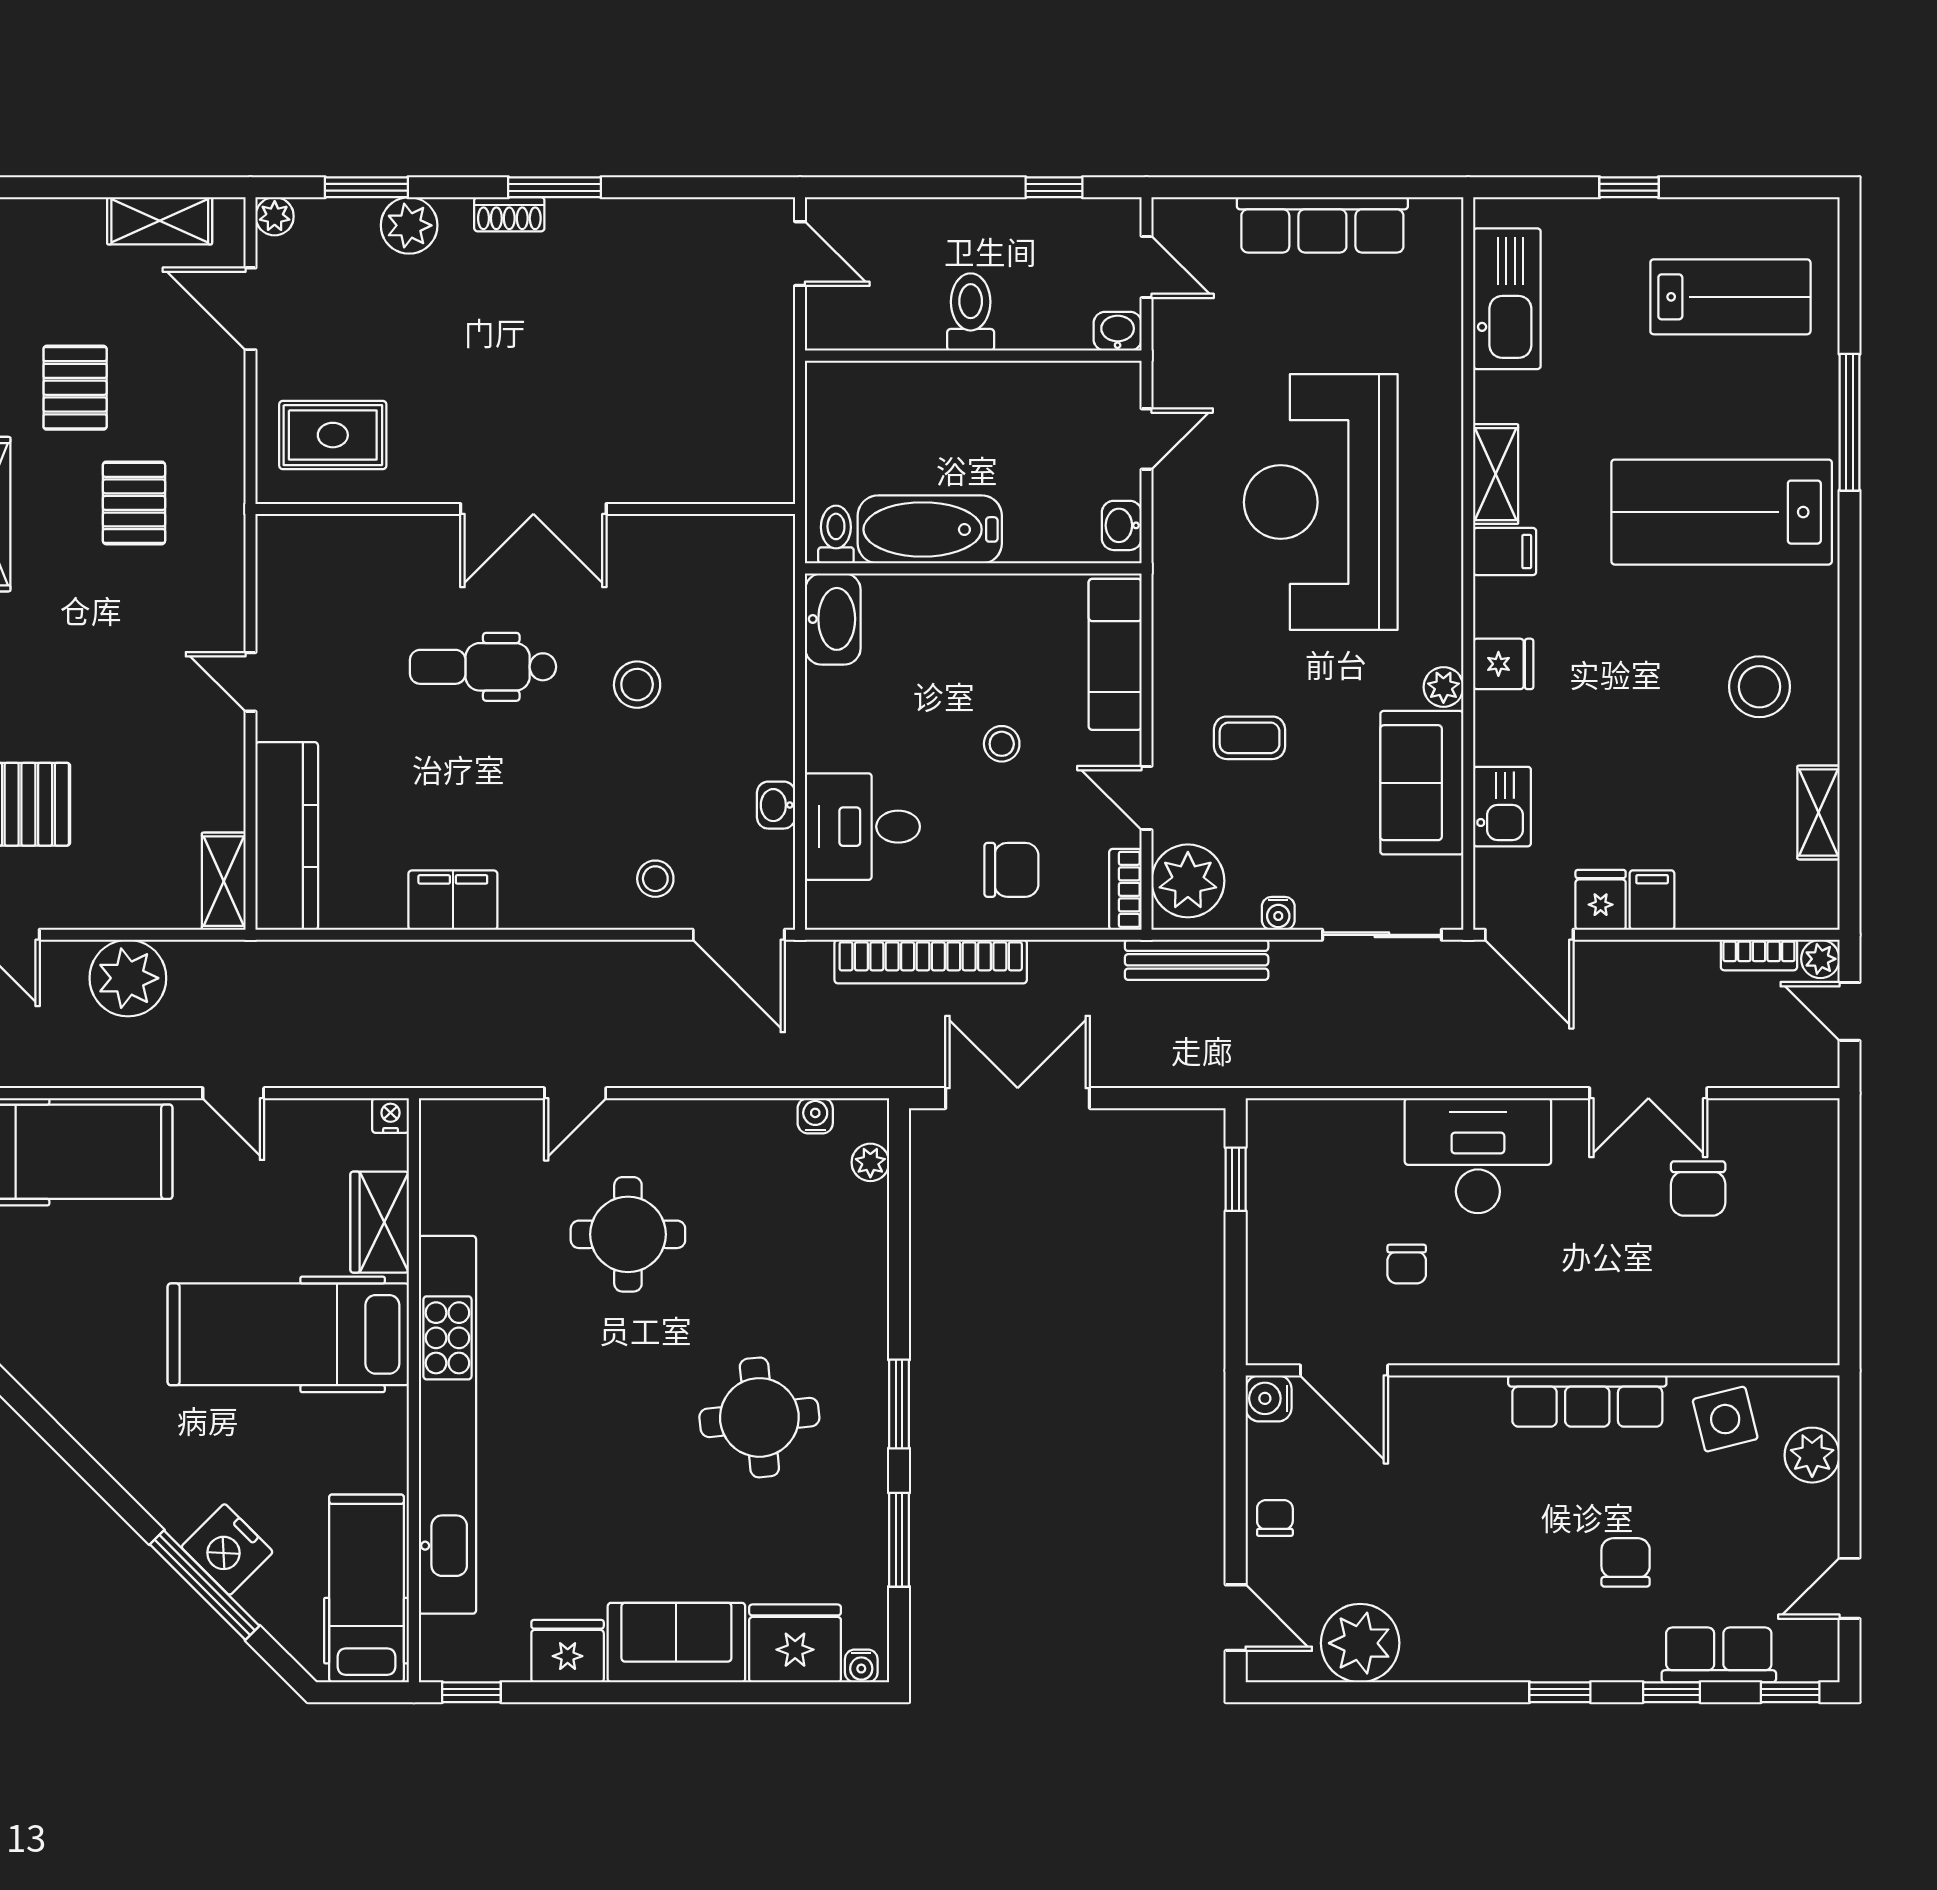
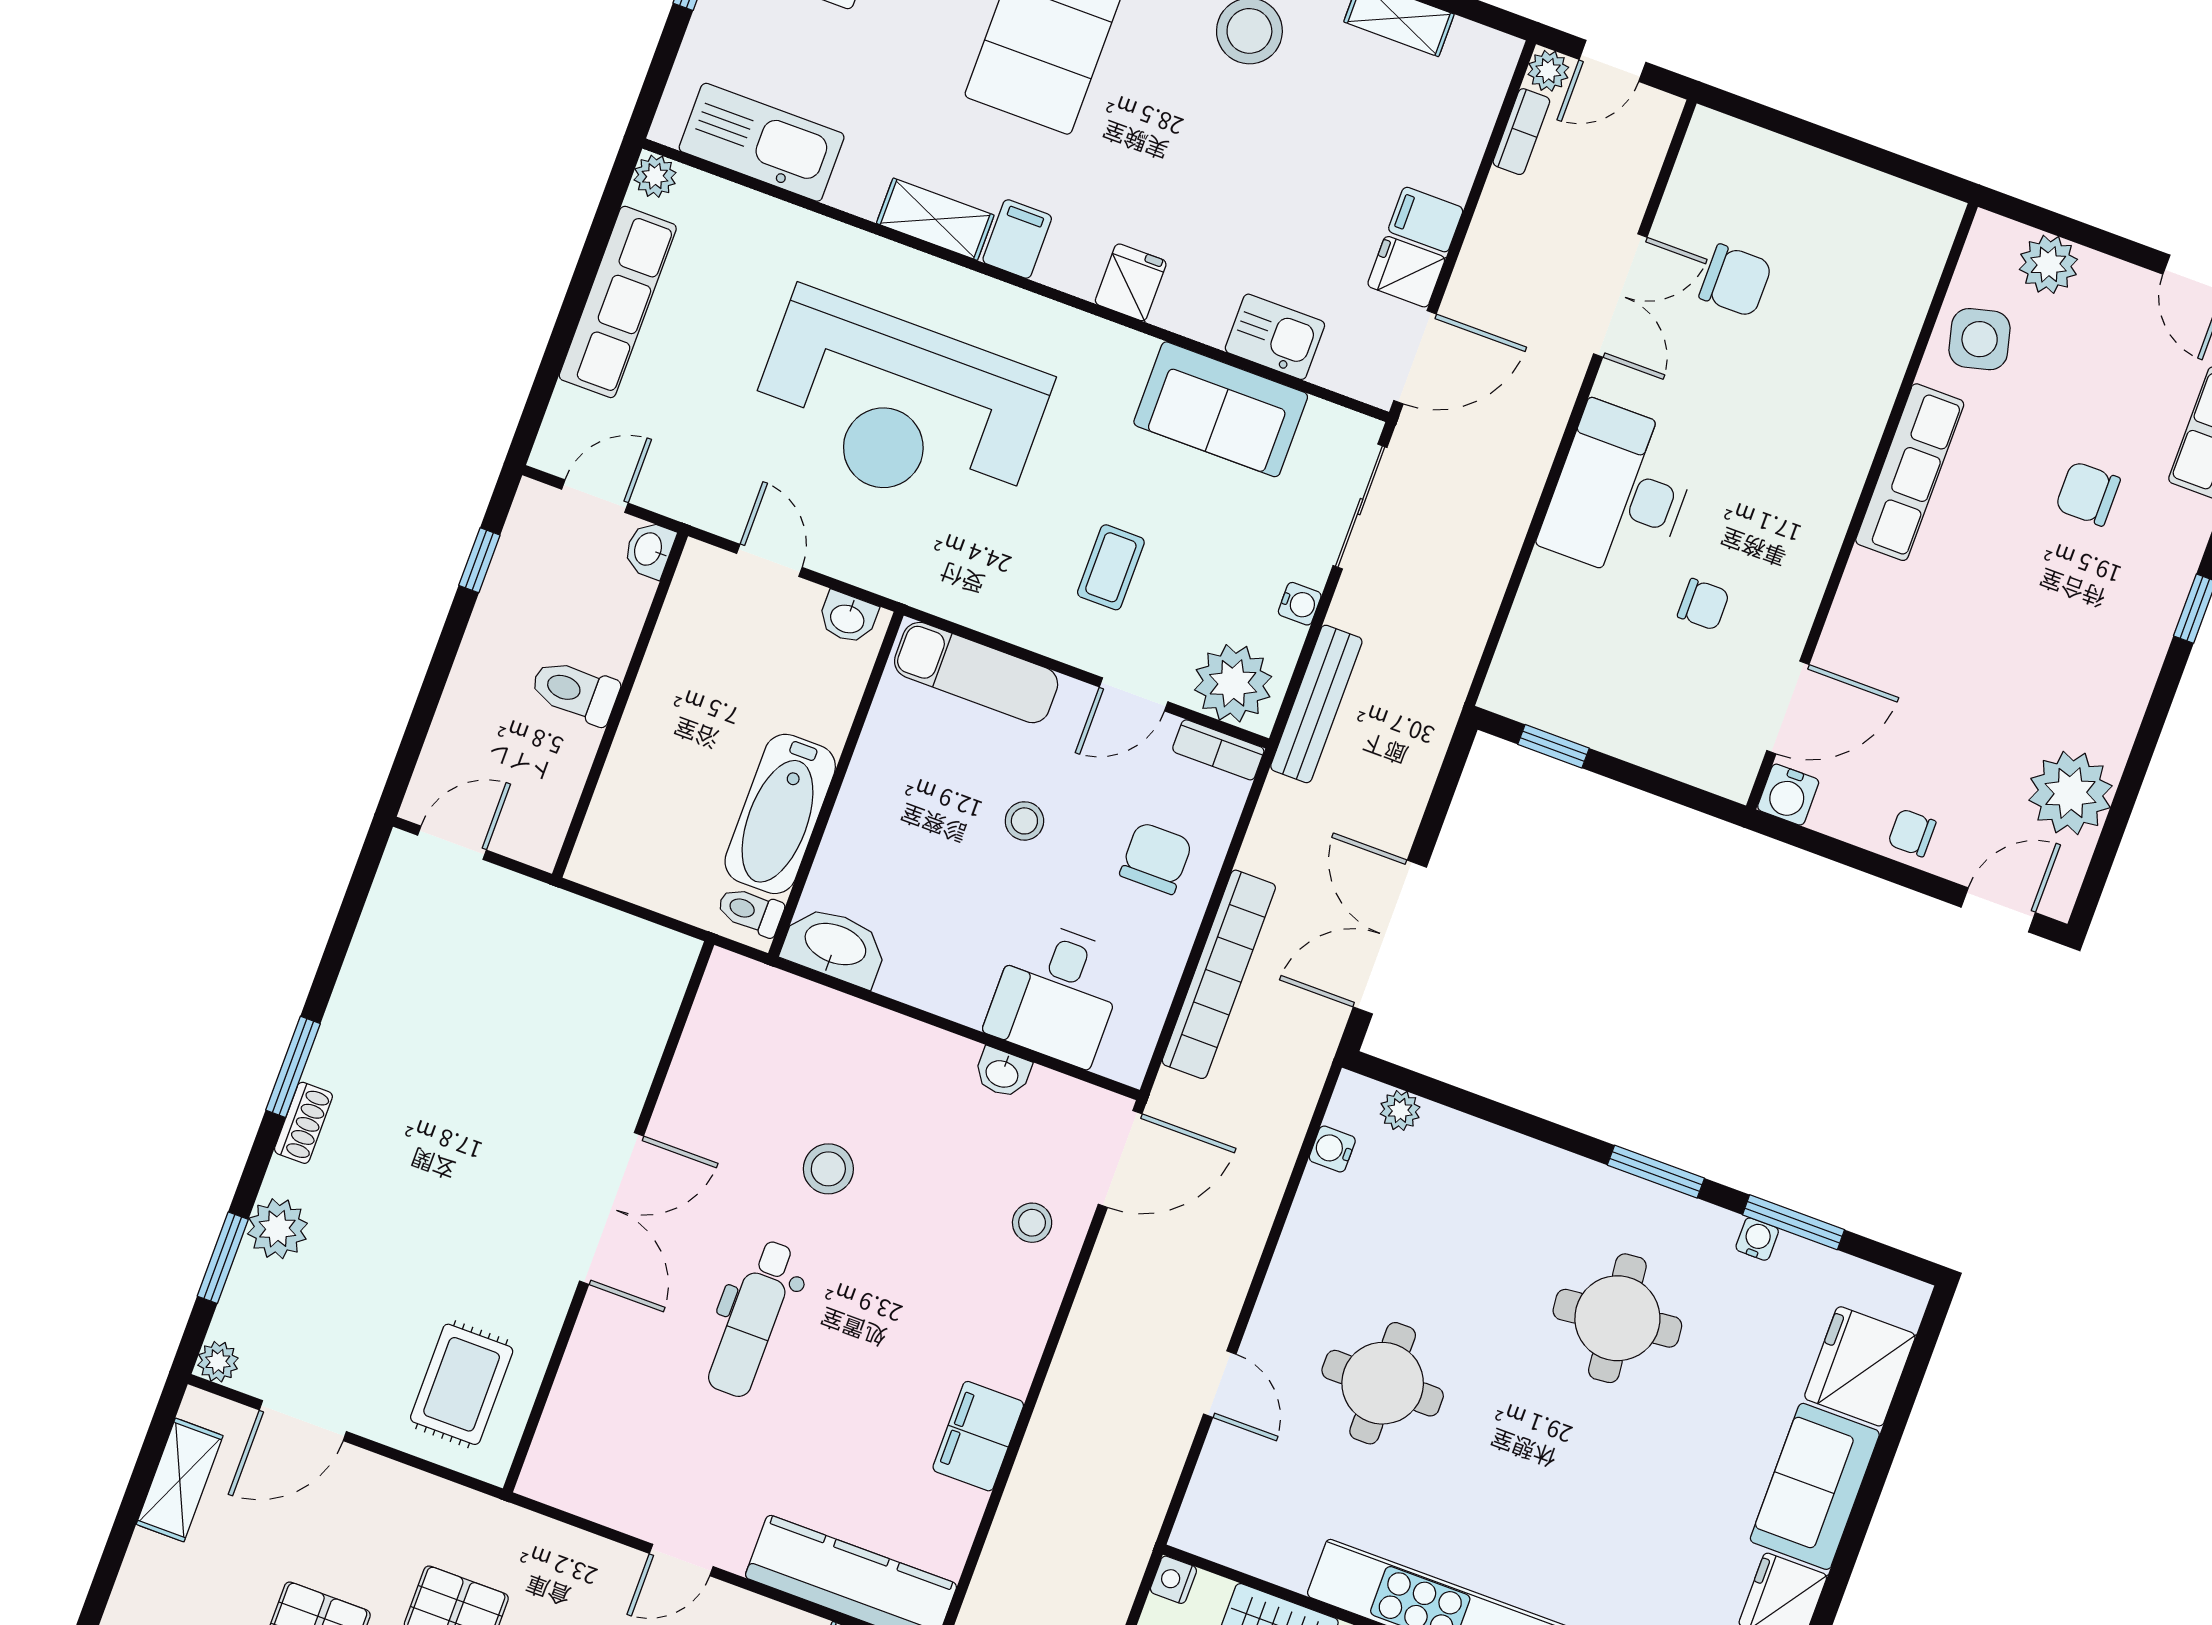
plant: (1443, 687) -> (655, 176), moved
water cooler: (861, 1666) -> (1757, 1239), moved, turned -90

